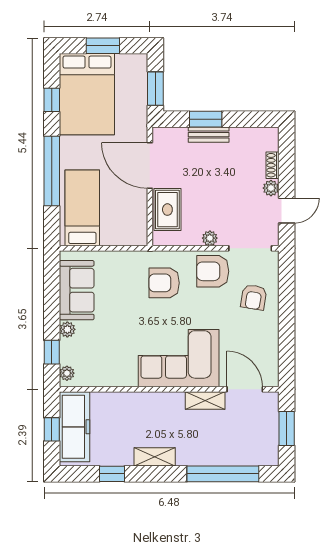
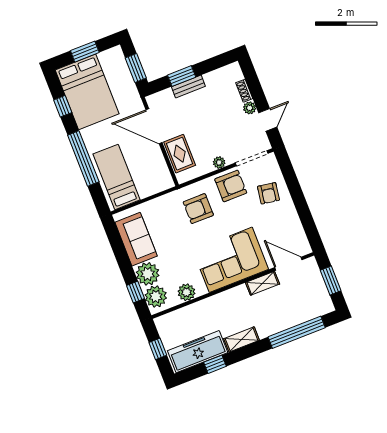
armchair: (213, 271) -> (231, 186), turned 180
plant: (67, 329) -> (148, 274), width x1.88, depth x1.88
plant: (67, 373) -> (156, 296), width x1.87, depth x1.87
plant: (112, 376) -> (186, 292), added
freezer: (75, 427) -> (198, 352), moved, turned -90

